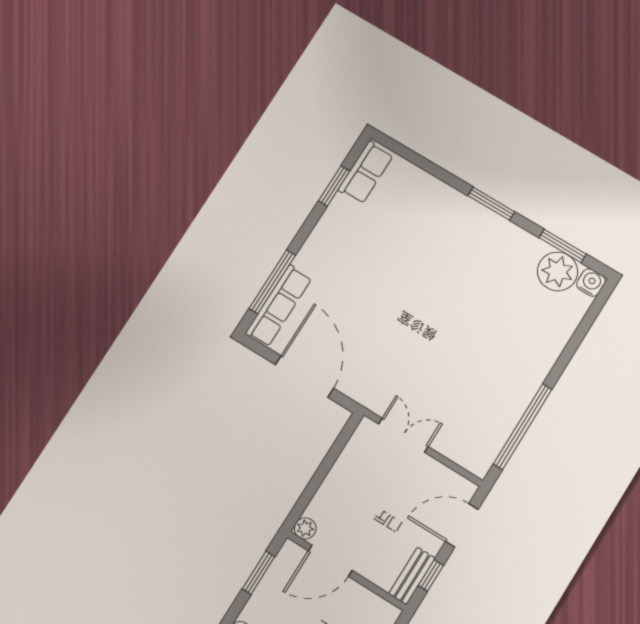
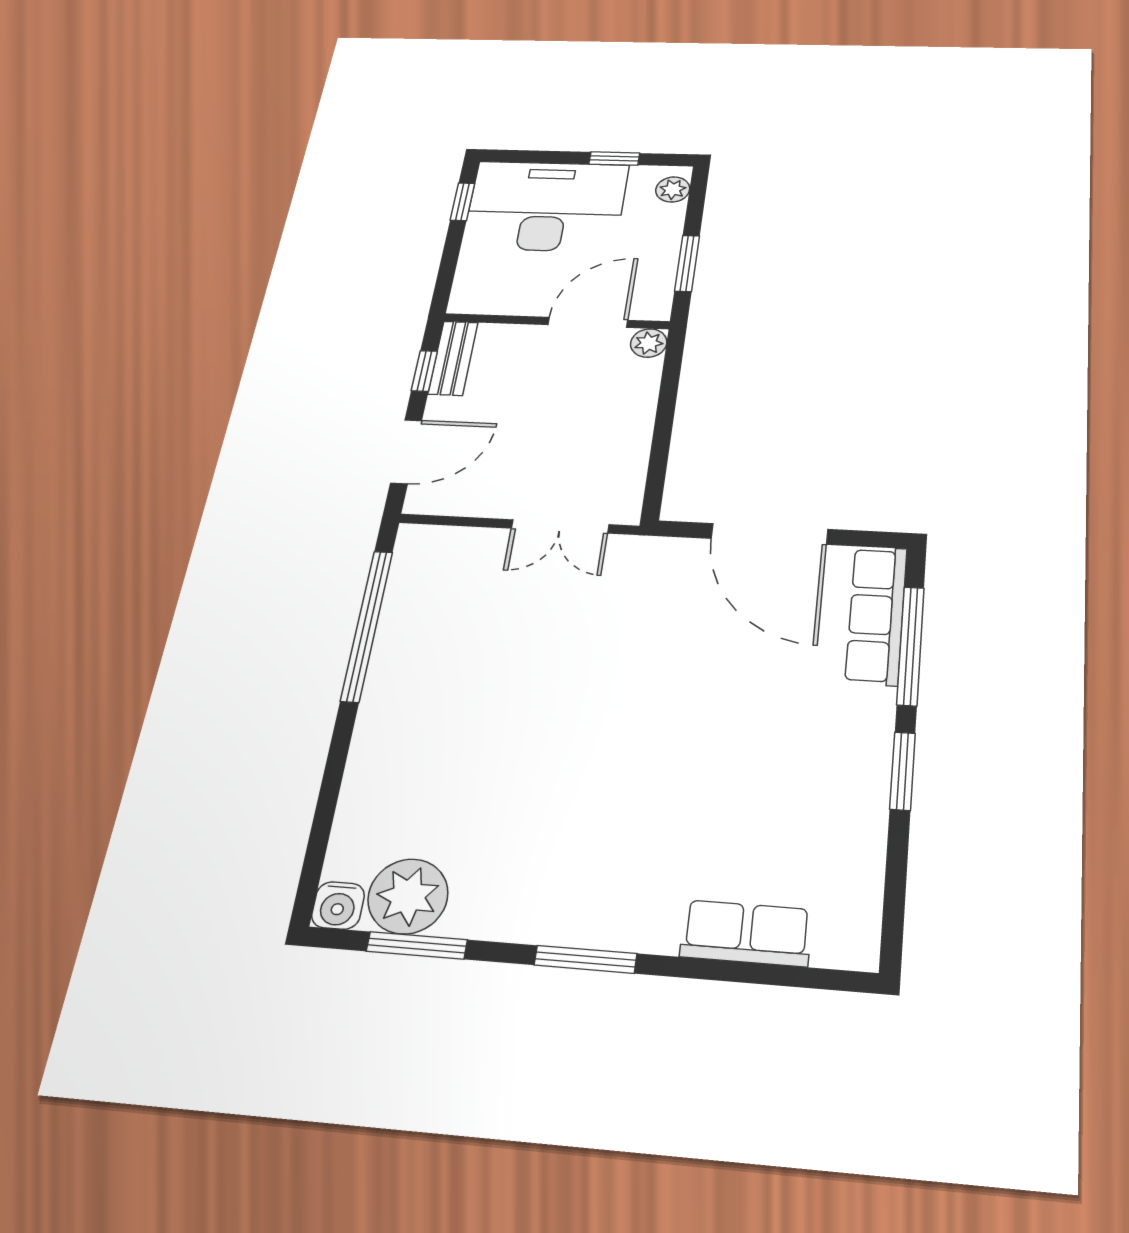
row of seats: (366, 172) -> (746, 933), moved, turned 90
window: (334, 186) -> (903, 771), moved

